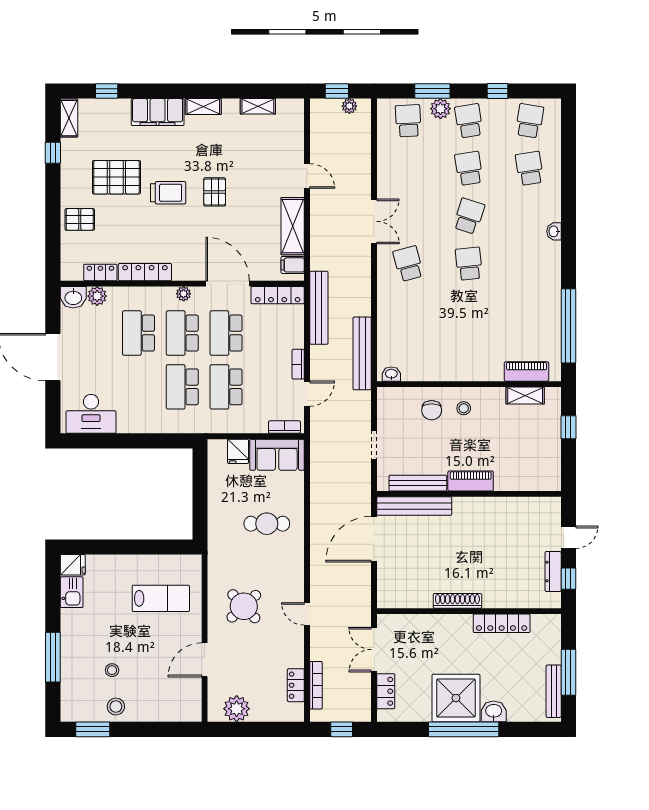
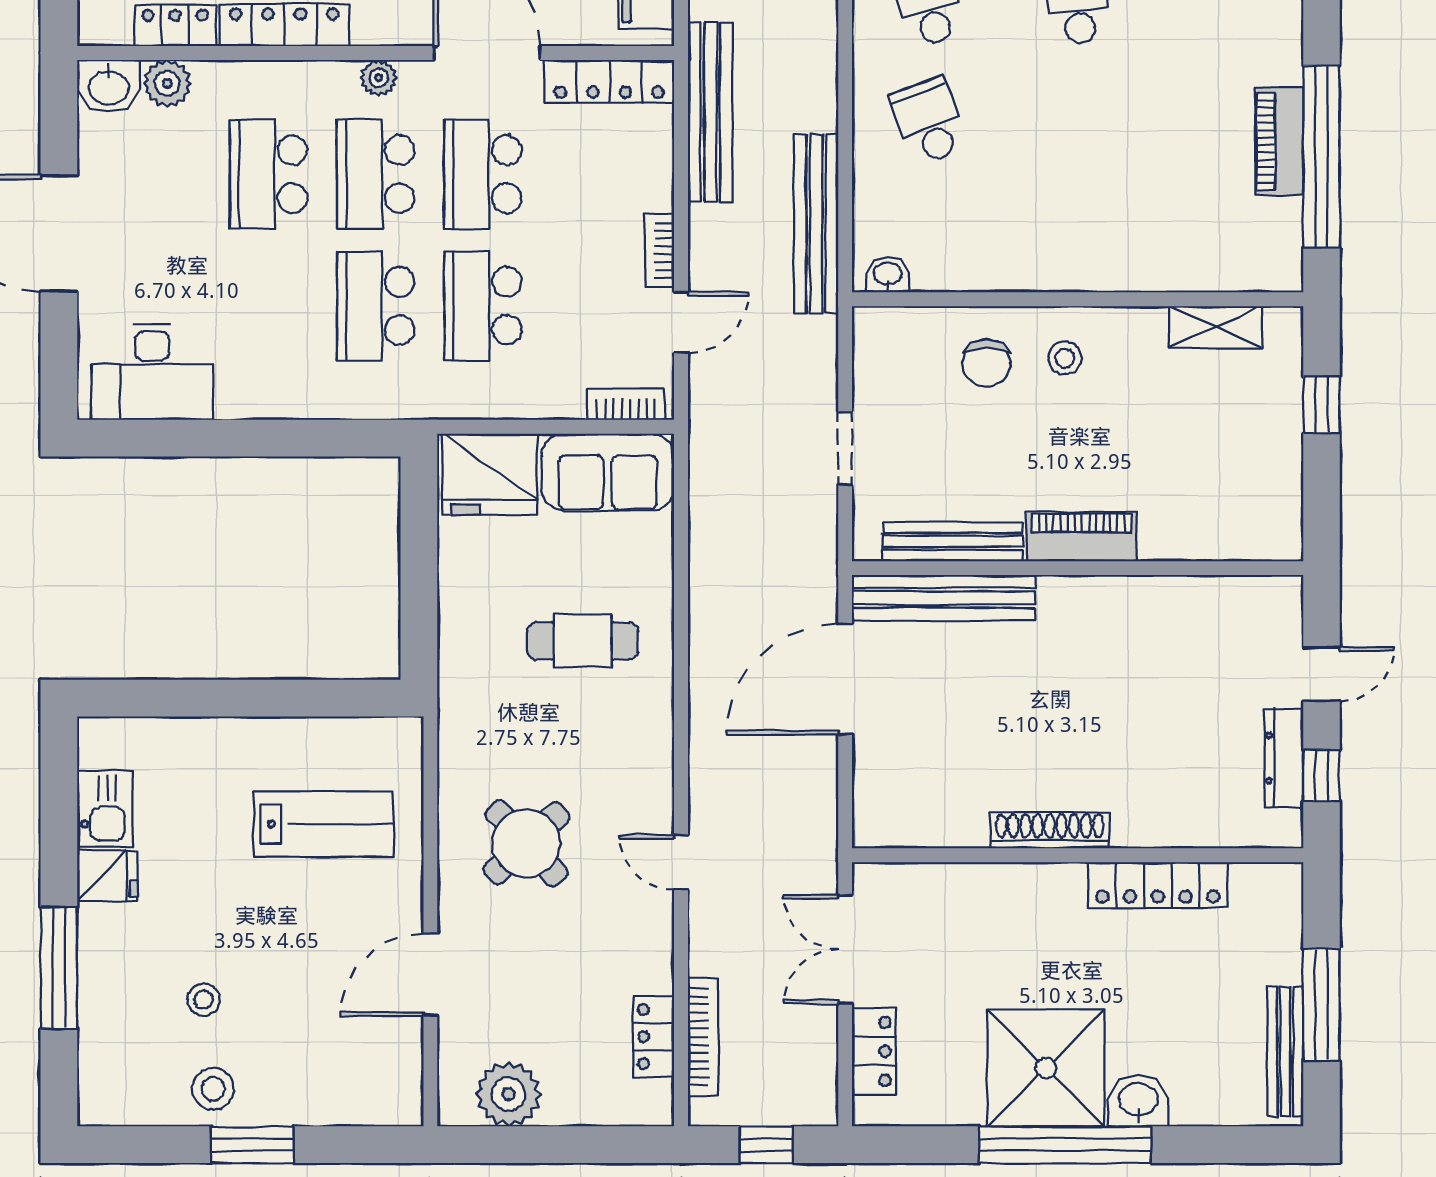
school desk: (408, 311) -> (929, 121), added
piano: (527, 371) -> (1279, 141), moved, turned -90
fridge: (238, 451) -> (490, 474), width x1.88, depth x1.34
fridge: (73, 565) -> (107, 876), moved
window: (93, 729) -> (252, 1145), moved

